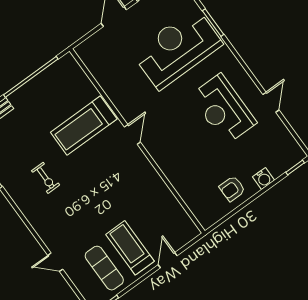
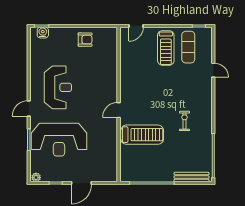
door: (271, 102) -> (29, 109), moved
water cooler: (263, 179) -> (43, 33), moved
door: (168, 260) -> (136, 26), moved

